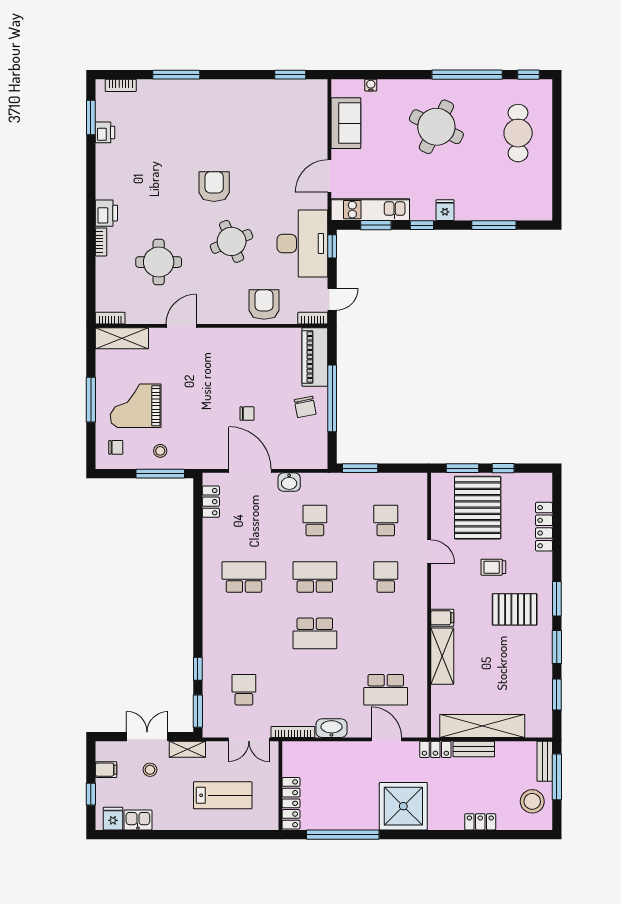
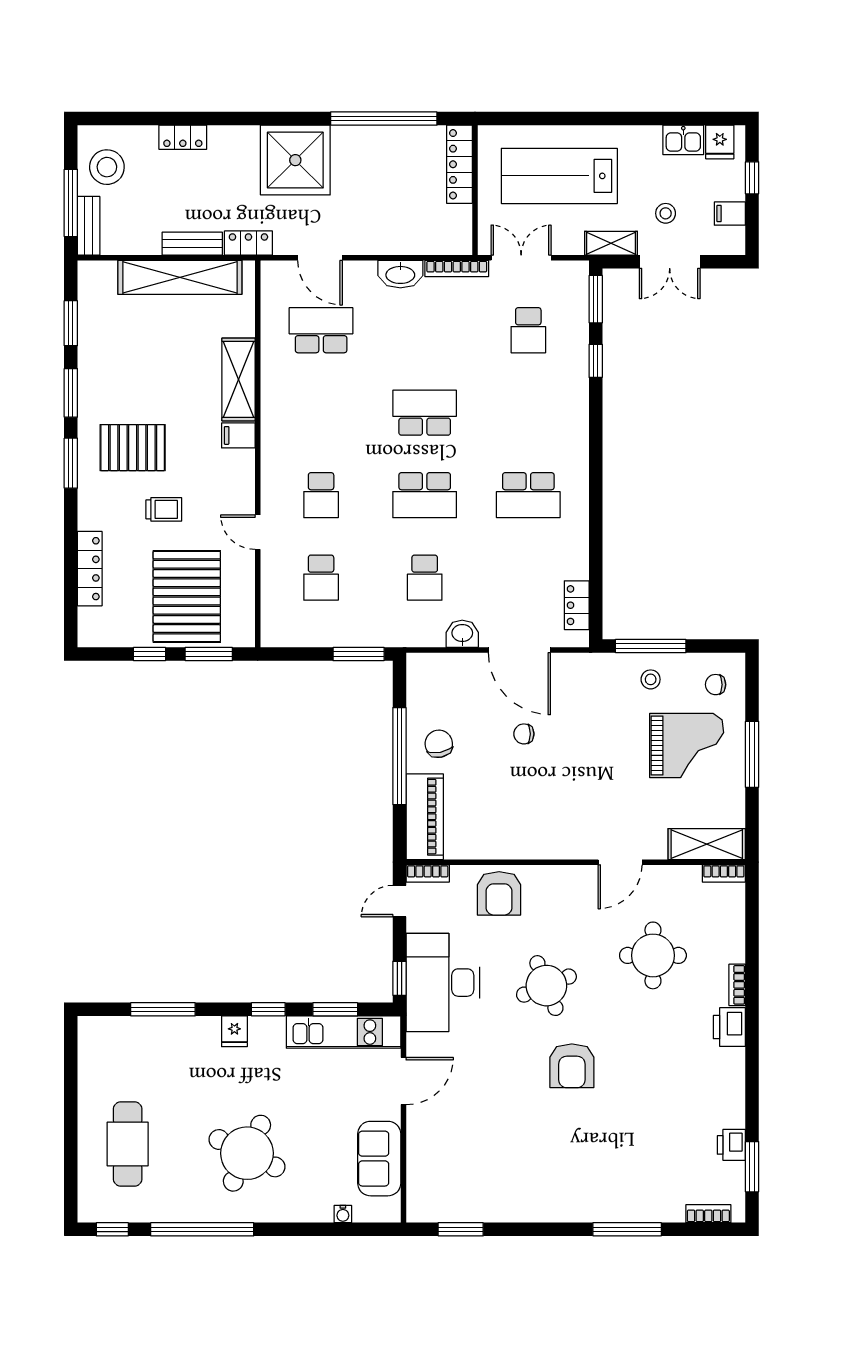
lab bench: (223, 795) -> (559, 176), width x1.36, depth x1.39

